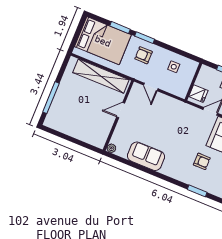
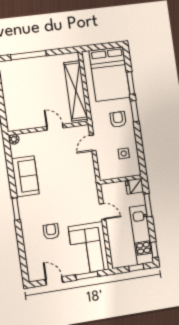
fridge: (198, 94) -> (134, 186), moved, turned 90
armchair: (202, 161) -> (51, 231), turned 180
window: (197, 191) -> (16, 209), moved

